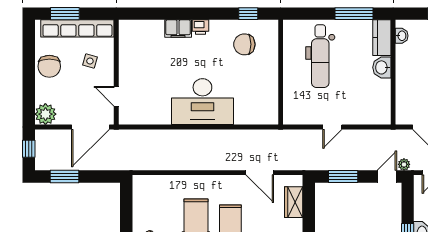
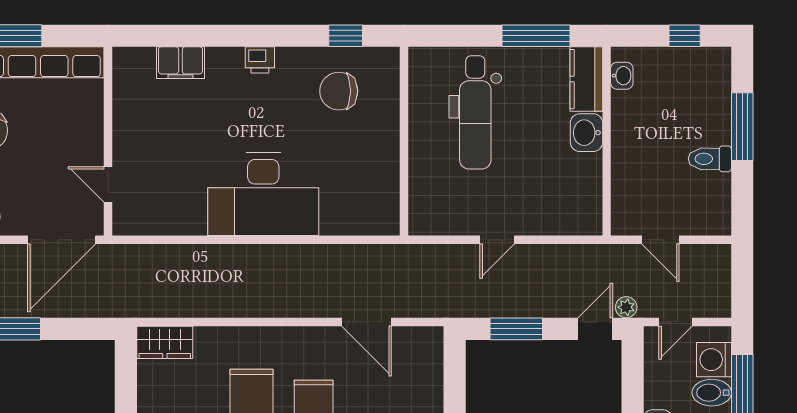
filing cabinet: (178, 29) -> (180, 63), moved
side table: (90, 61) -> (61, 121), removed
wardrobe: (294, 202) -> (165, 342), moved, turned -90

